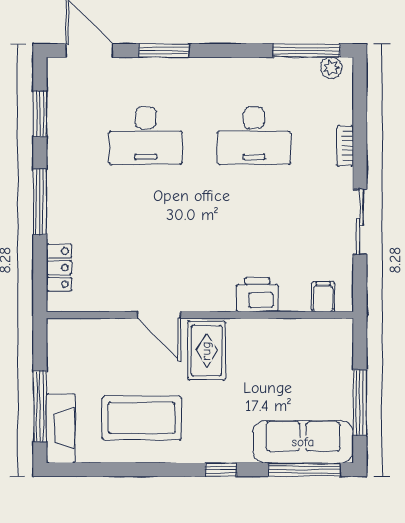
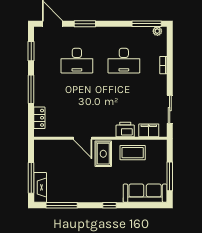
sliding door: (360, 222) -> (170, 109), moved
filing cabinet: (323, 297) -> (149, 130), width x2.00
coffee table: (142, 418) -> (133, 153), moved, width x0.73, depth x0.76
window: (304, 470) -> (62, 205), moved

